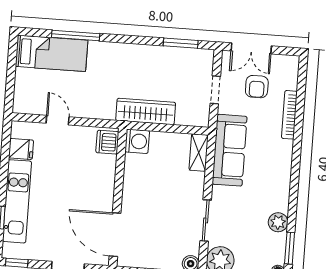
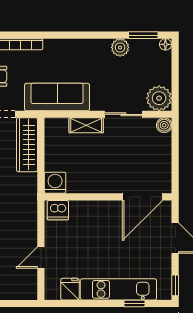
wardrobe: (146, 111) -> (27, 145), moved
shelving: (199, 153) -> (86, 125), moved

